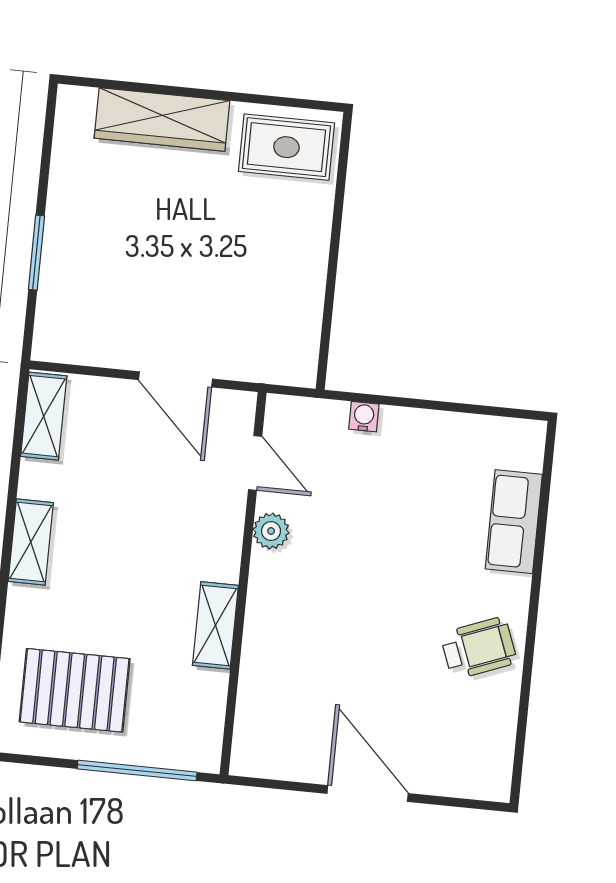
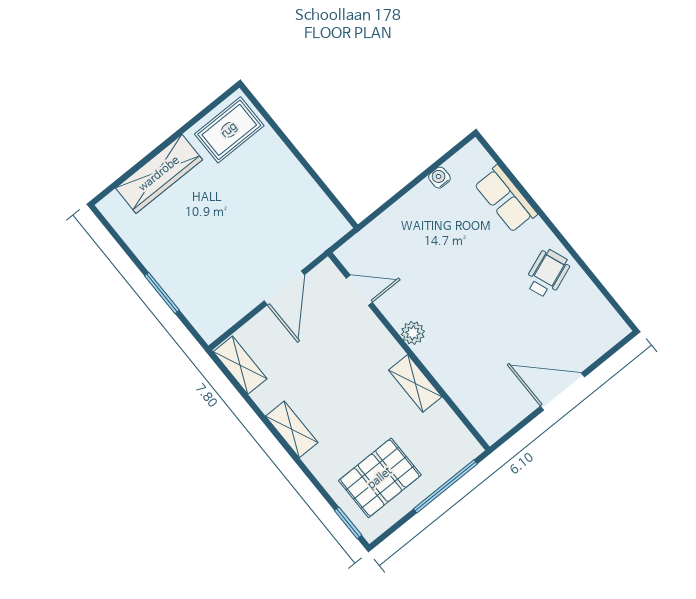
door: (176, 379) -> (284, 288), hinge flipped
water cooler: (364, 417) -> (439, 178), moved
plant: (271, 531) -> (413, 333), moved

